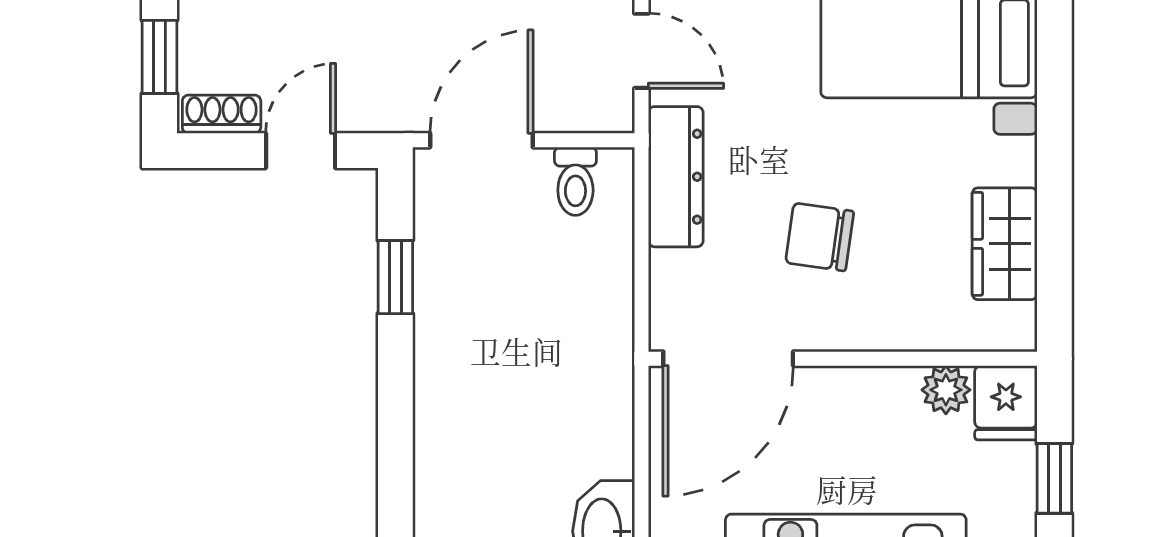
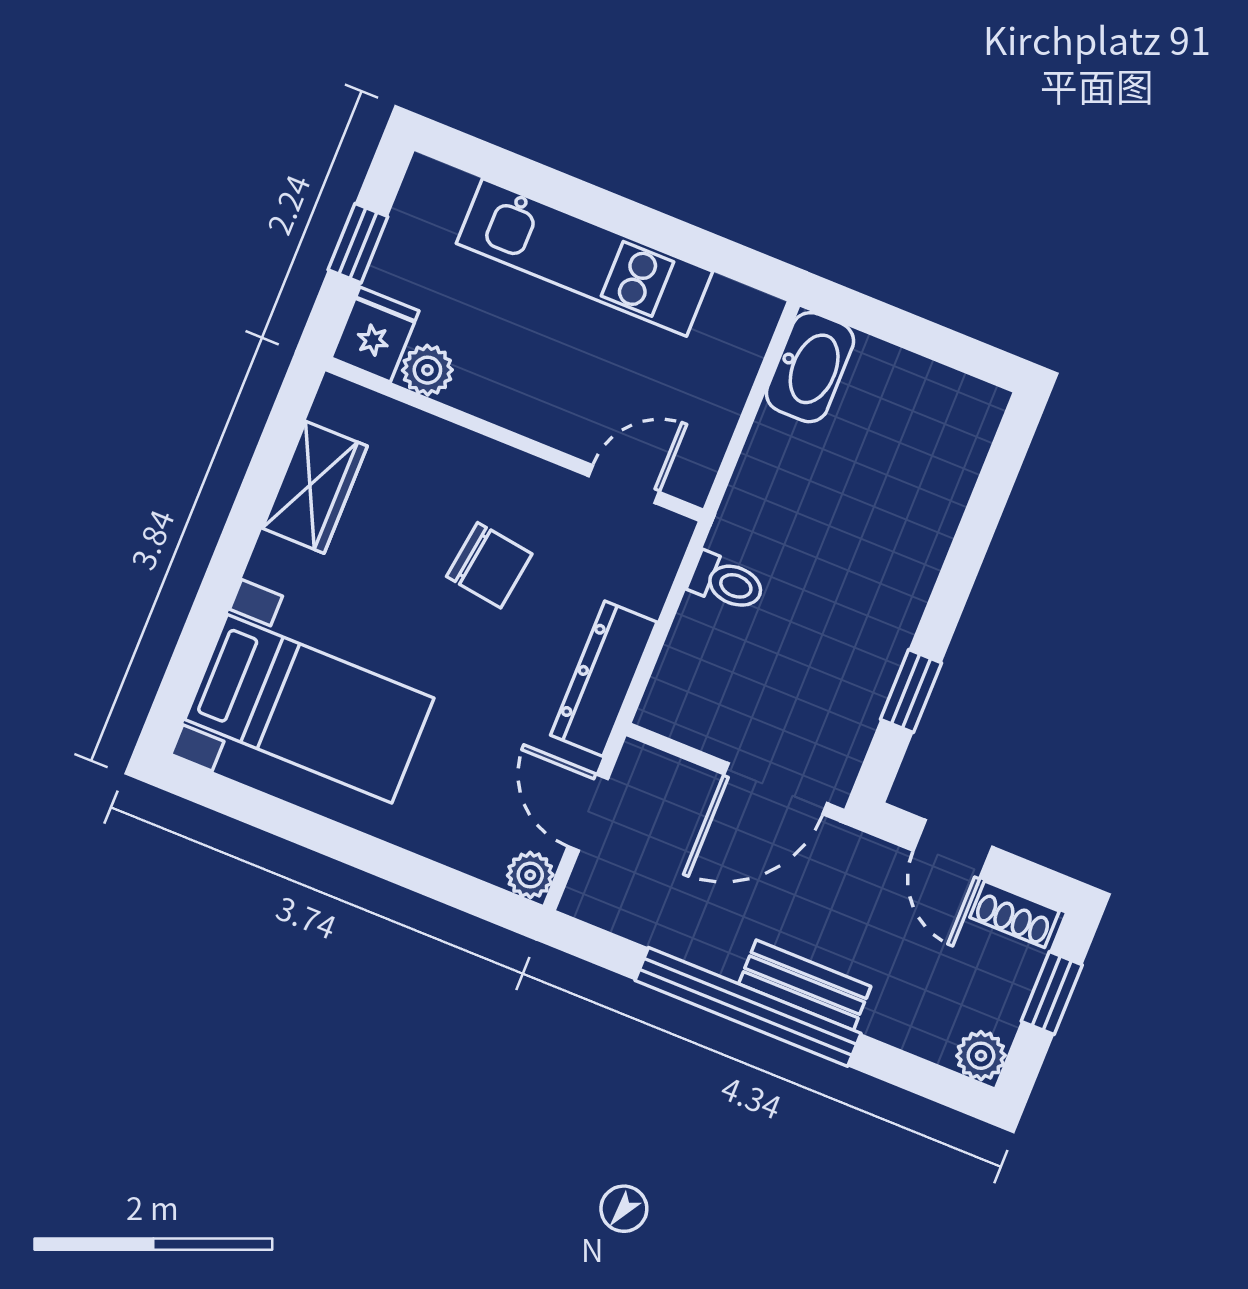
door: (301, 151) -> (953, 849), hinge flipped
toilet: (575, 181) -> (727, 582), moved, turned 90
door: (728, 359) -> (624, 484), width x0.53

